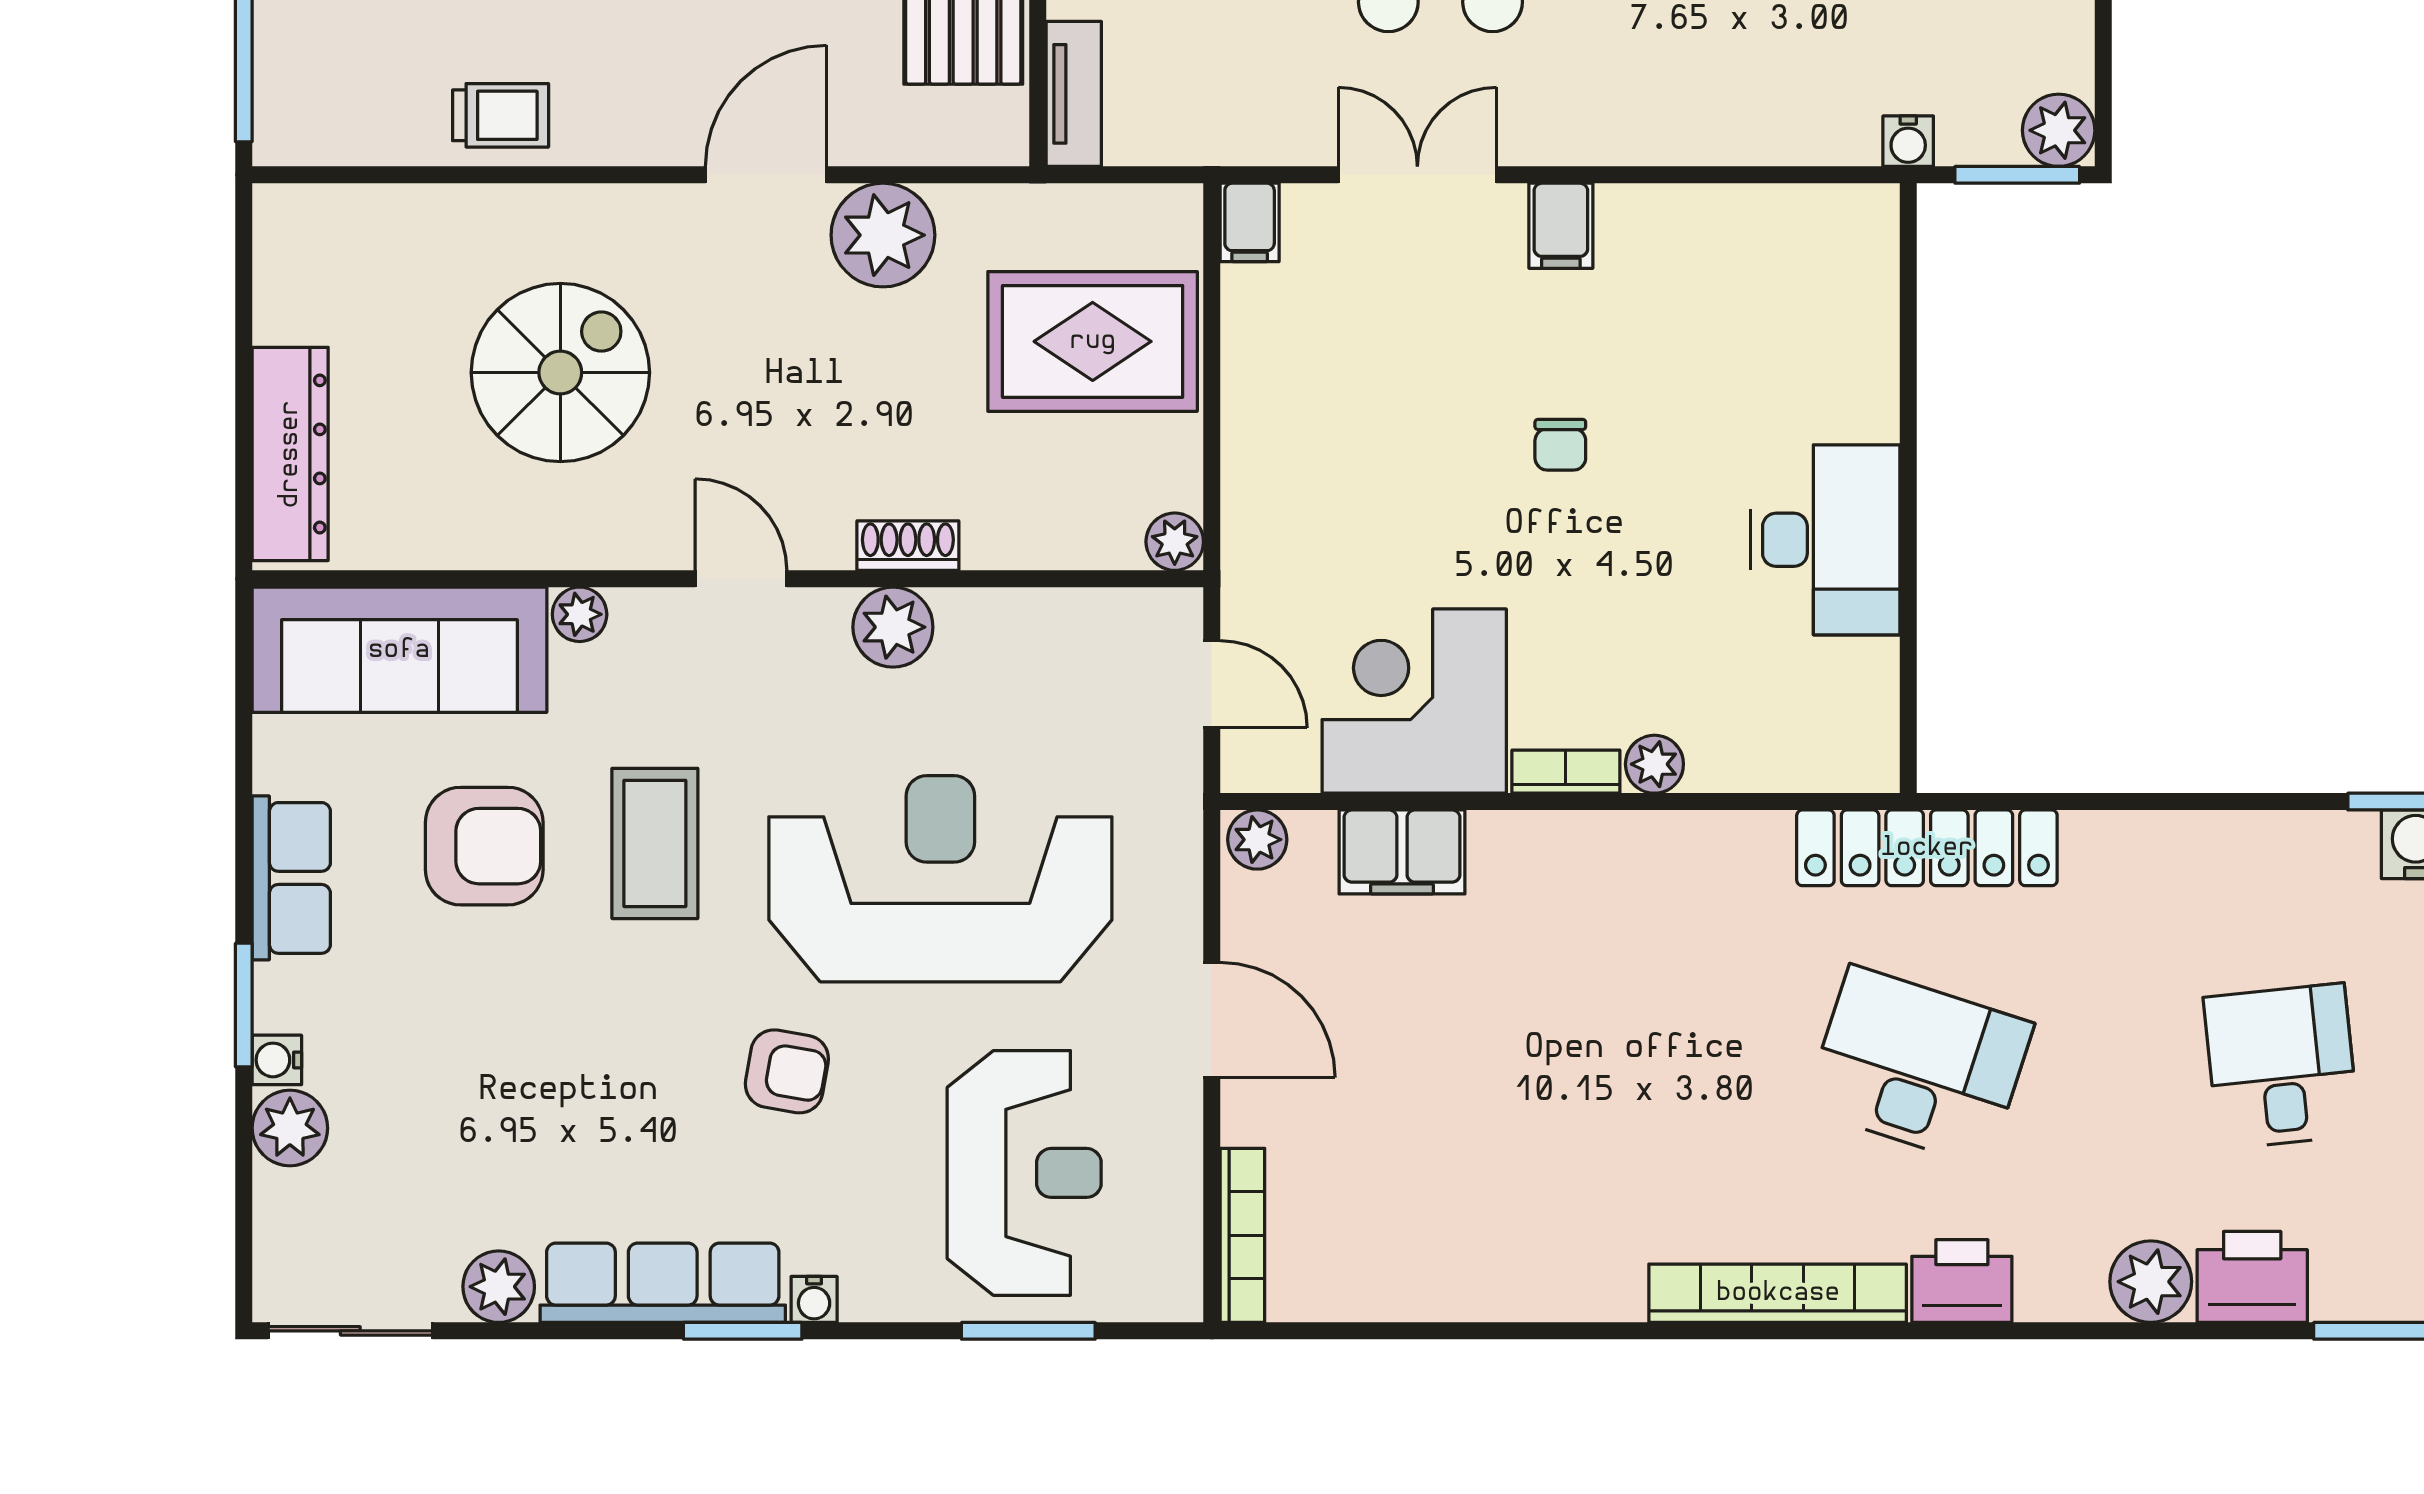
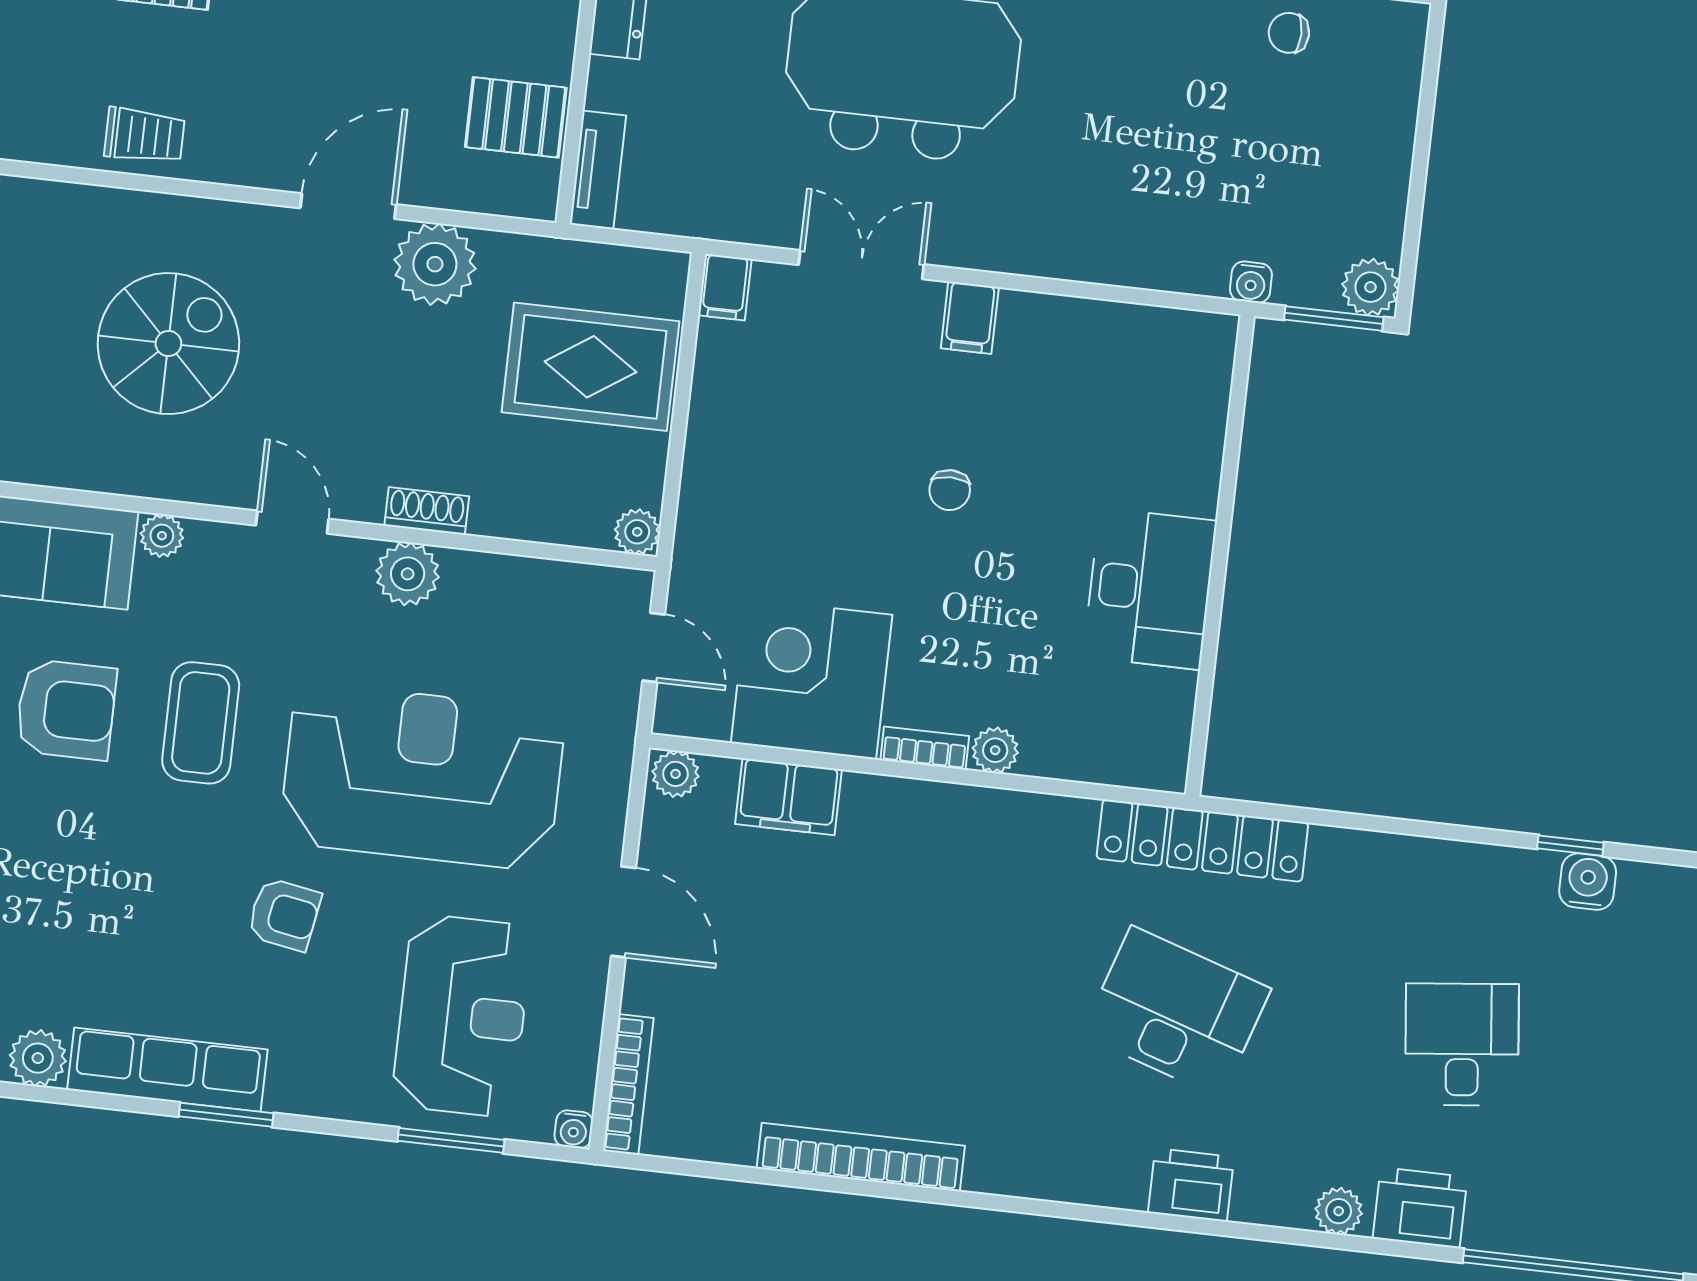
plant: (2151, 1282) -> (1339, 1211), width x0.73, depth x0.73
bookcase: (1778, 1293) -> (861, 1157), moved
water cooler: (814, 1299) -> (574, 1129), moved

